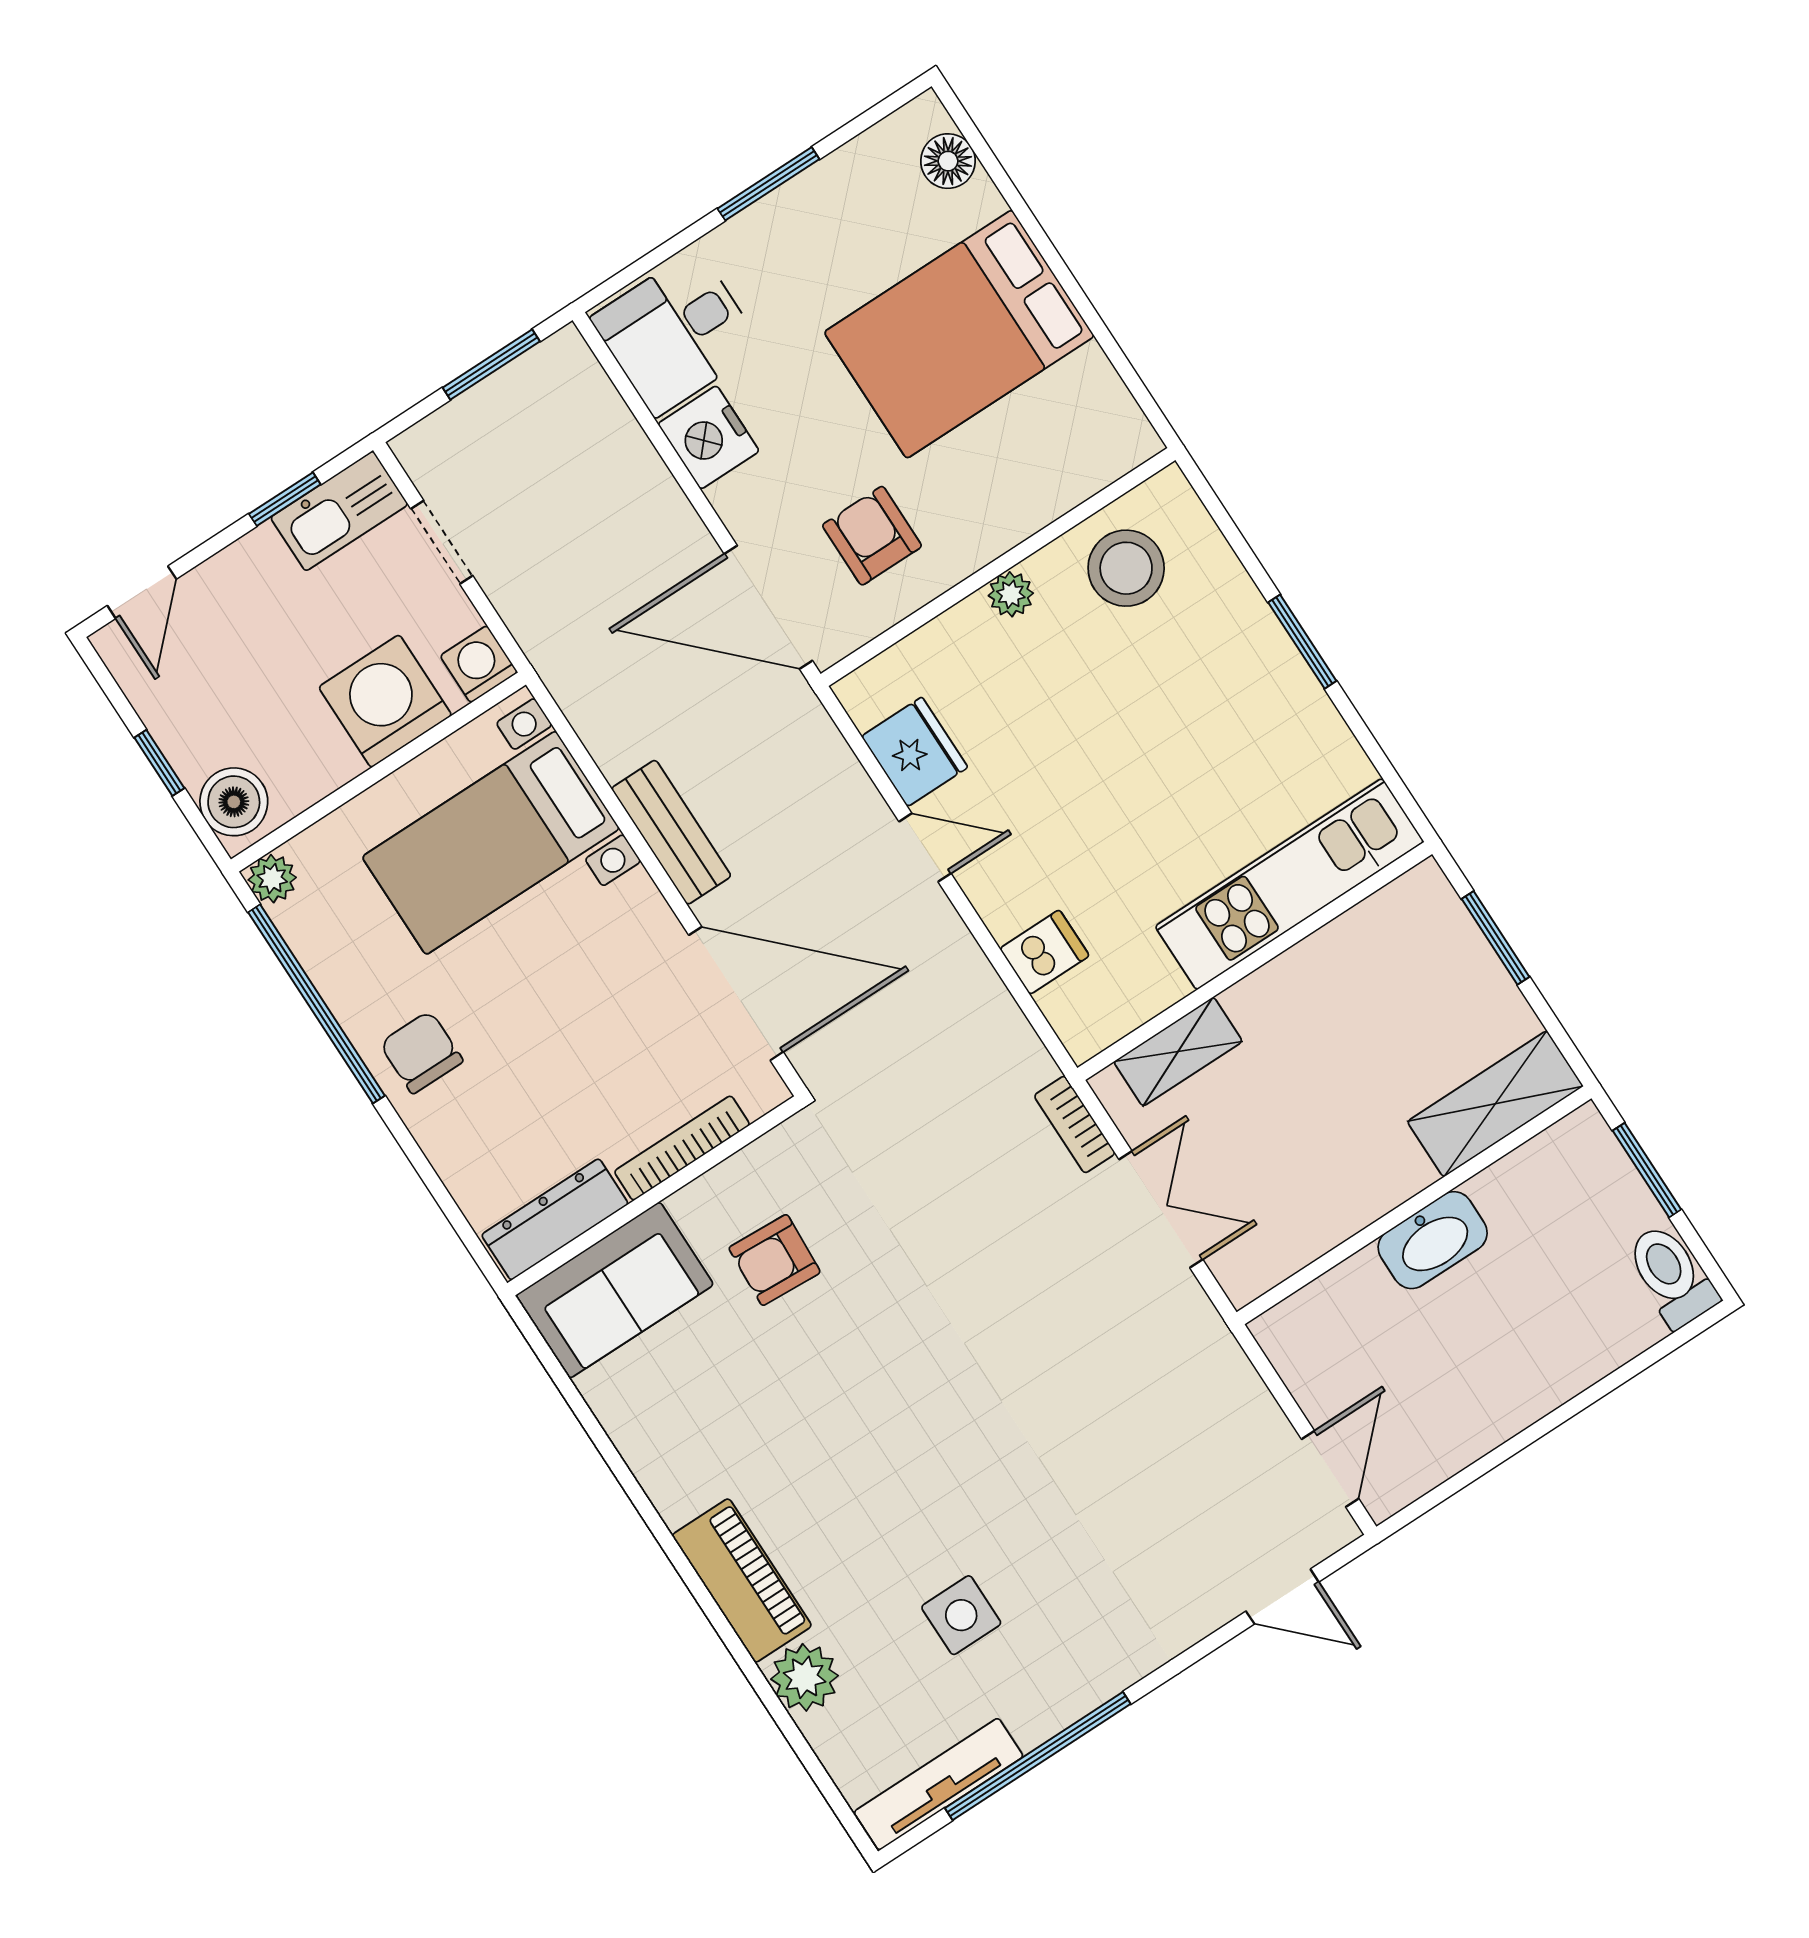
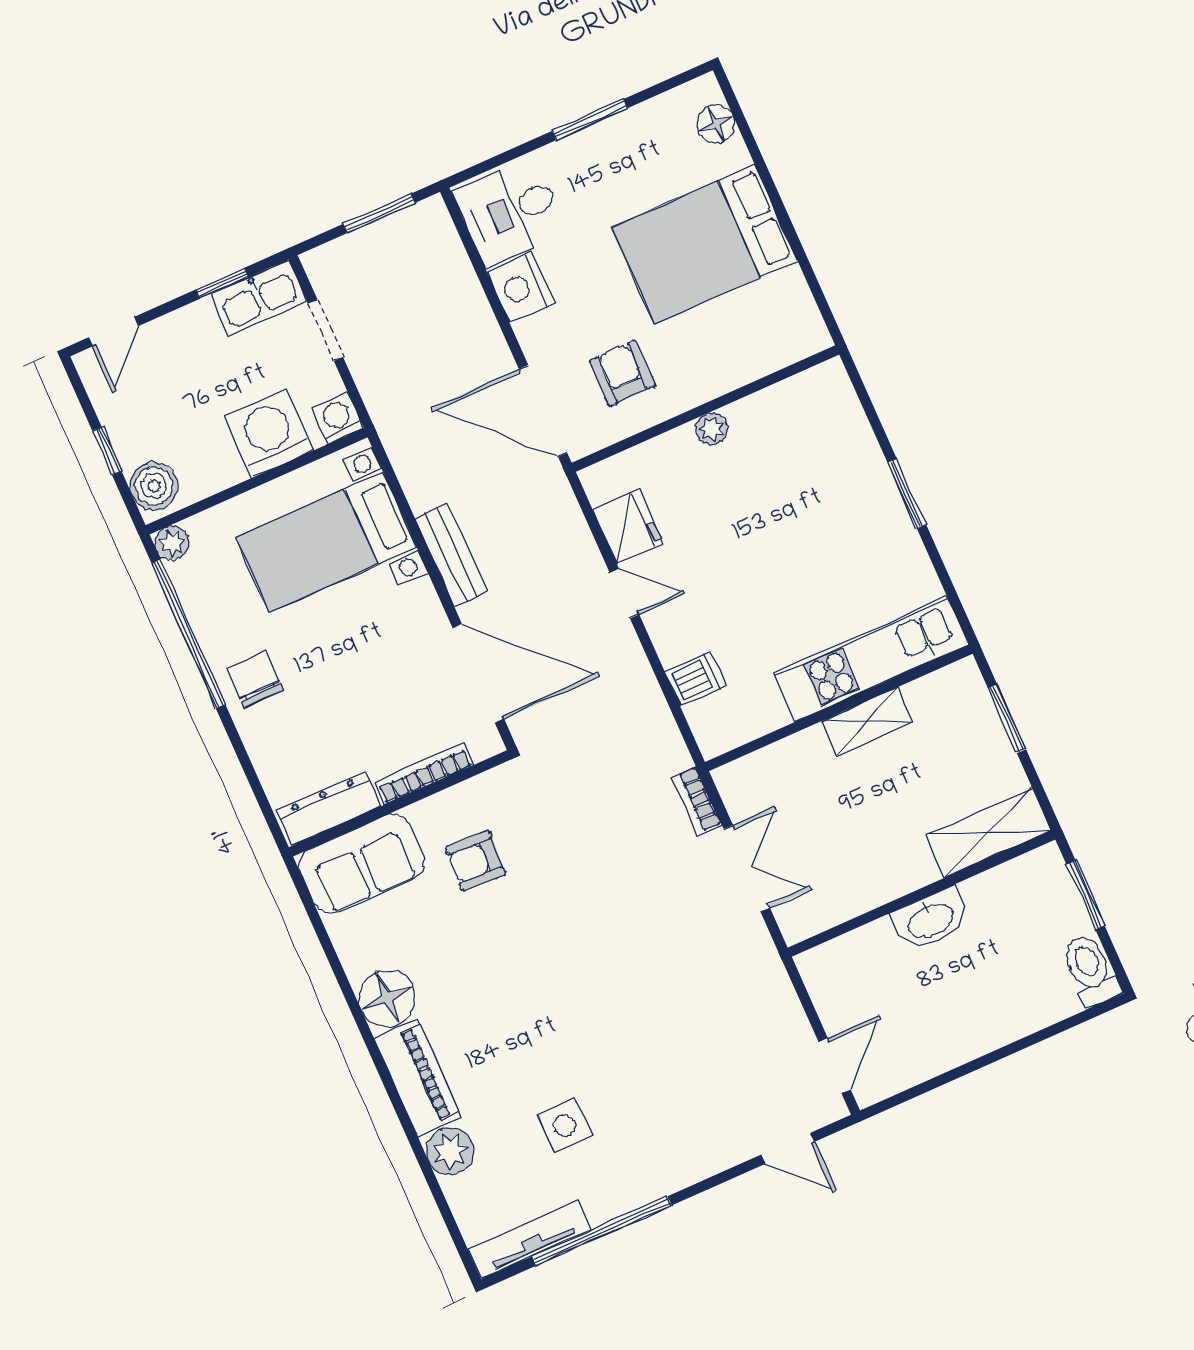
stool: (1126, 568) -> (794, 423), removed
shelving: (1178, 1052) -> (867, 721), moved
floor lamp: (680, 1475) -> (387, 998), added

